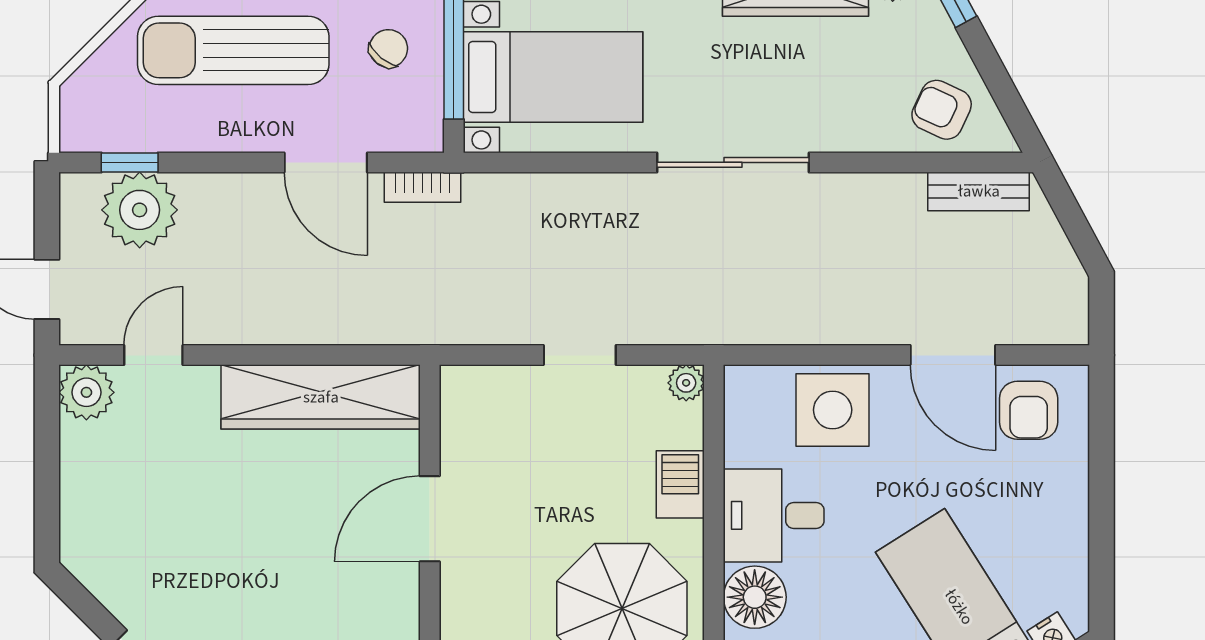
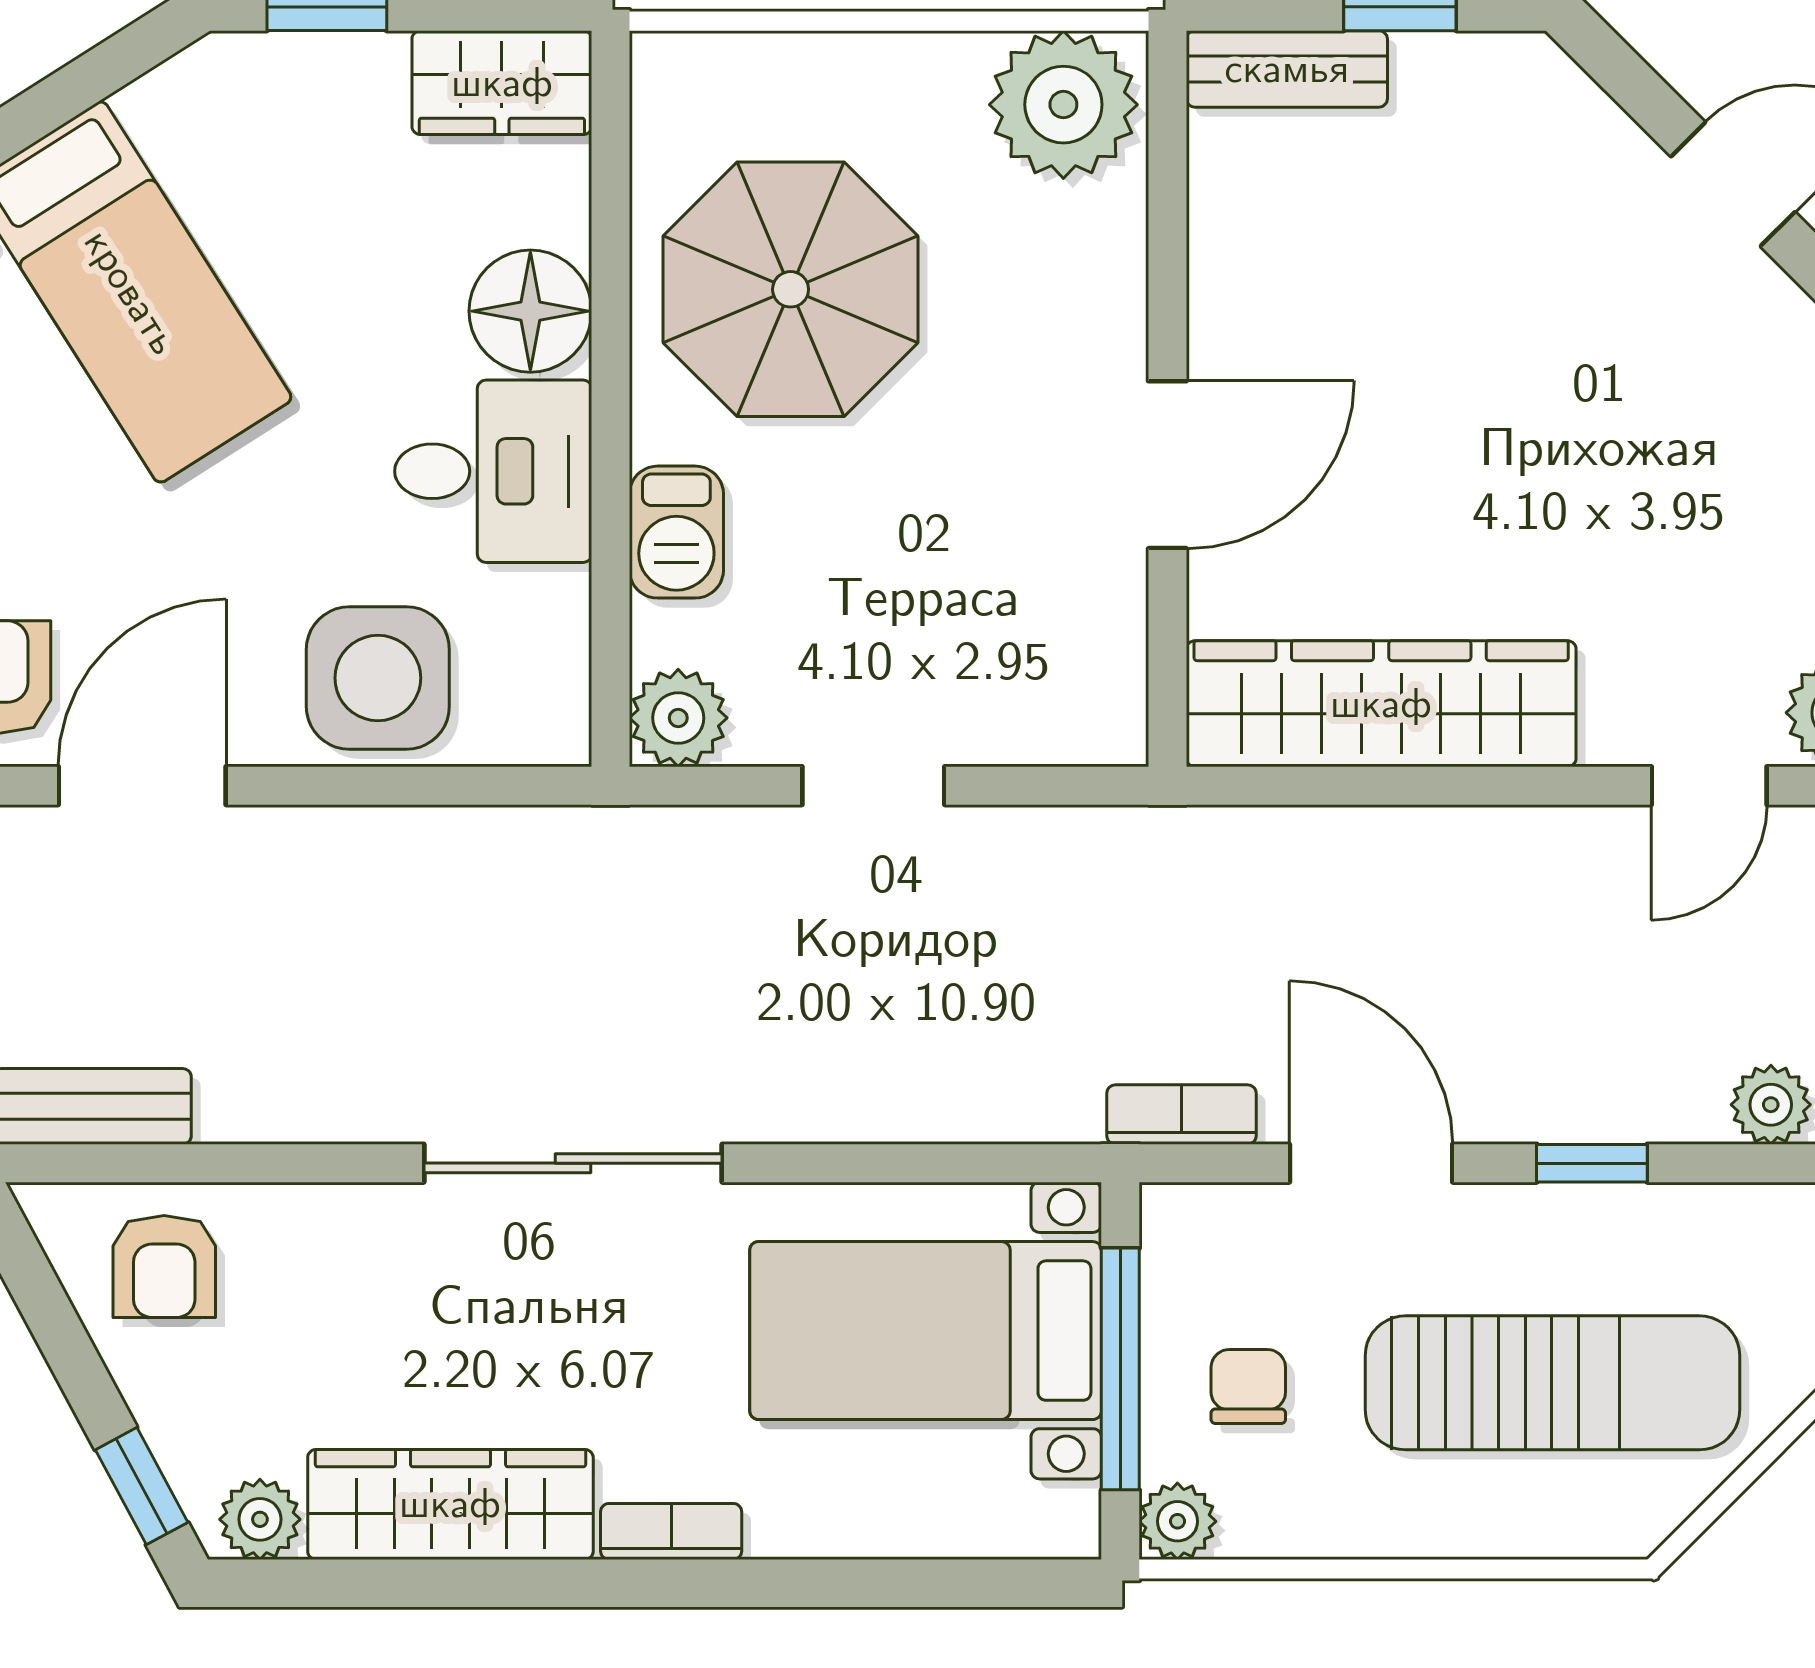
chair: (388, 48) -> (1248, 1386), turned 141
armchair: (942, 110) -> (164, 1266), turned 65
window: (130, 162) -> (1592, 1163), moved
plant: (140, 210) -> (1771, 1105), width x0.53, depth x0.53
door: (953, 355) -> (142, 786), hinge flipped
plant: (686, 383) -> (678, 718), width x1.38, depth x1.38

